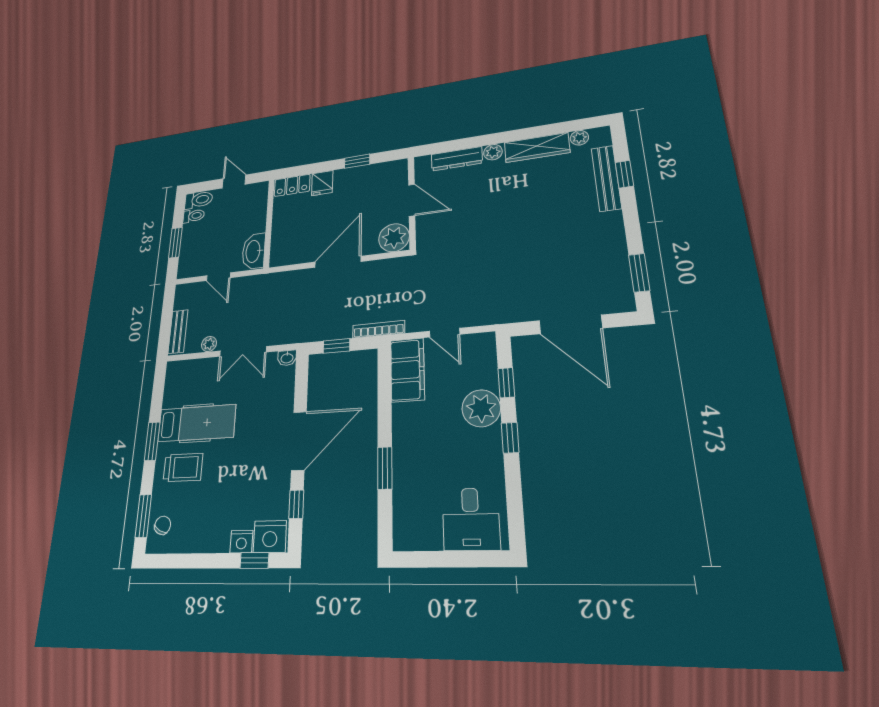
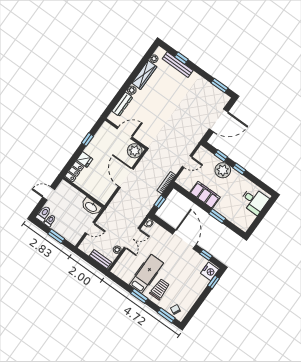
filing cabinet: (407, 370) -> (205, 195), moved
nightstand: (241, 542) -> (204, 283), removed

